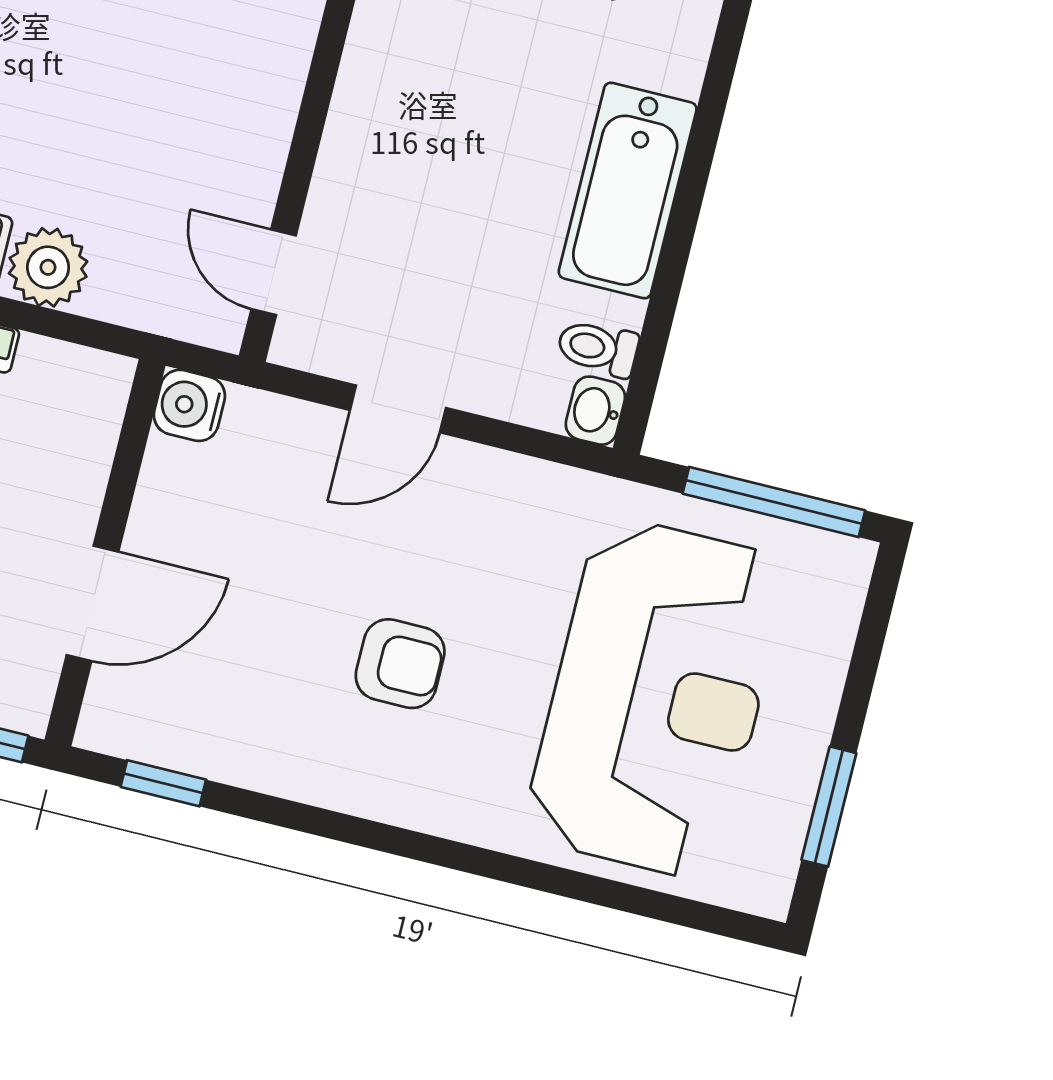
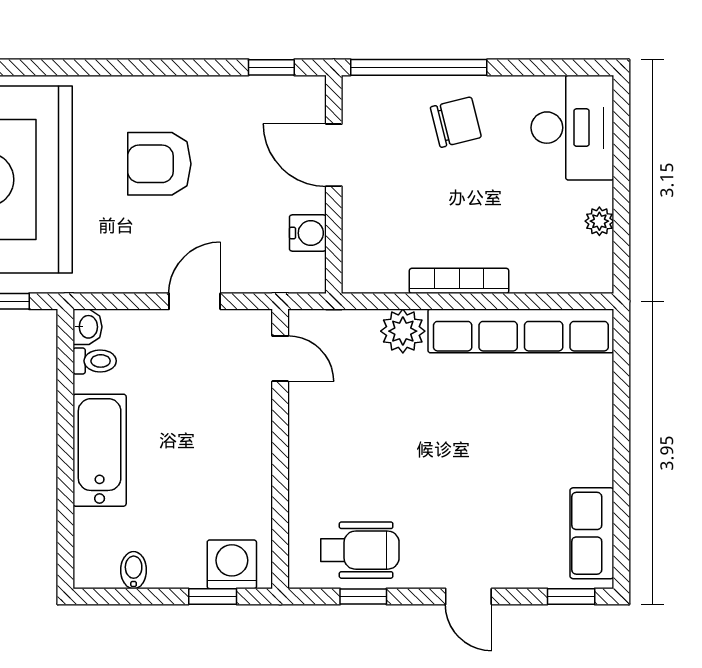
water cooler: (189, 405) -> (308, 233), moved
door: (92, 603) -> (334, 155), hinge flipped
armchair: (400, 664) -> (159, 164), width x1.38, depth x1.38

